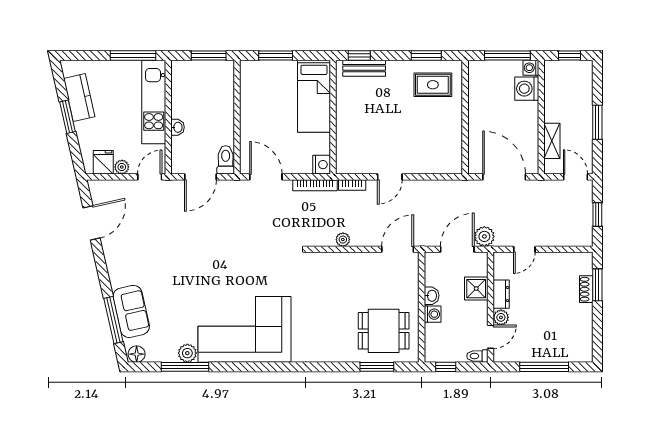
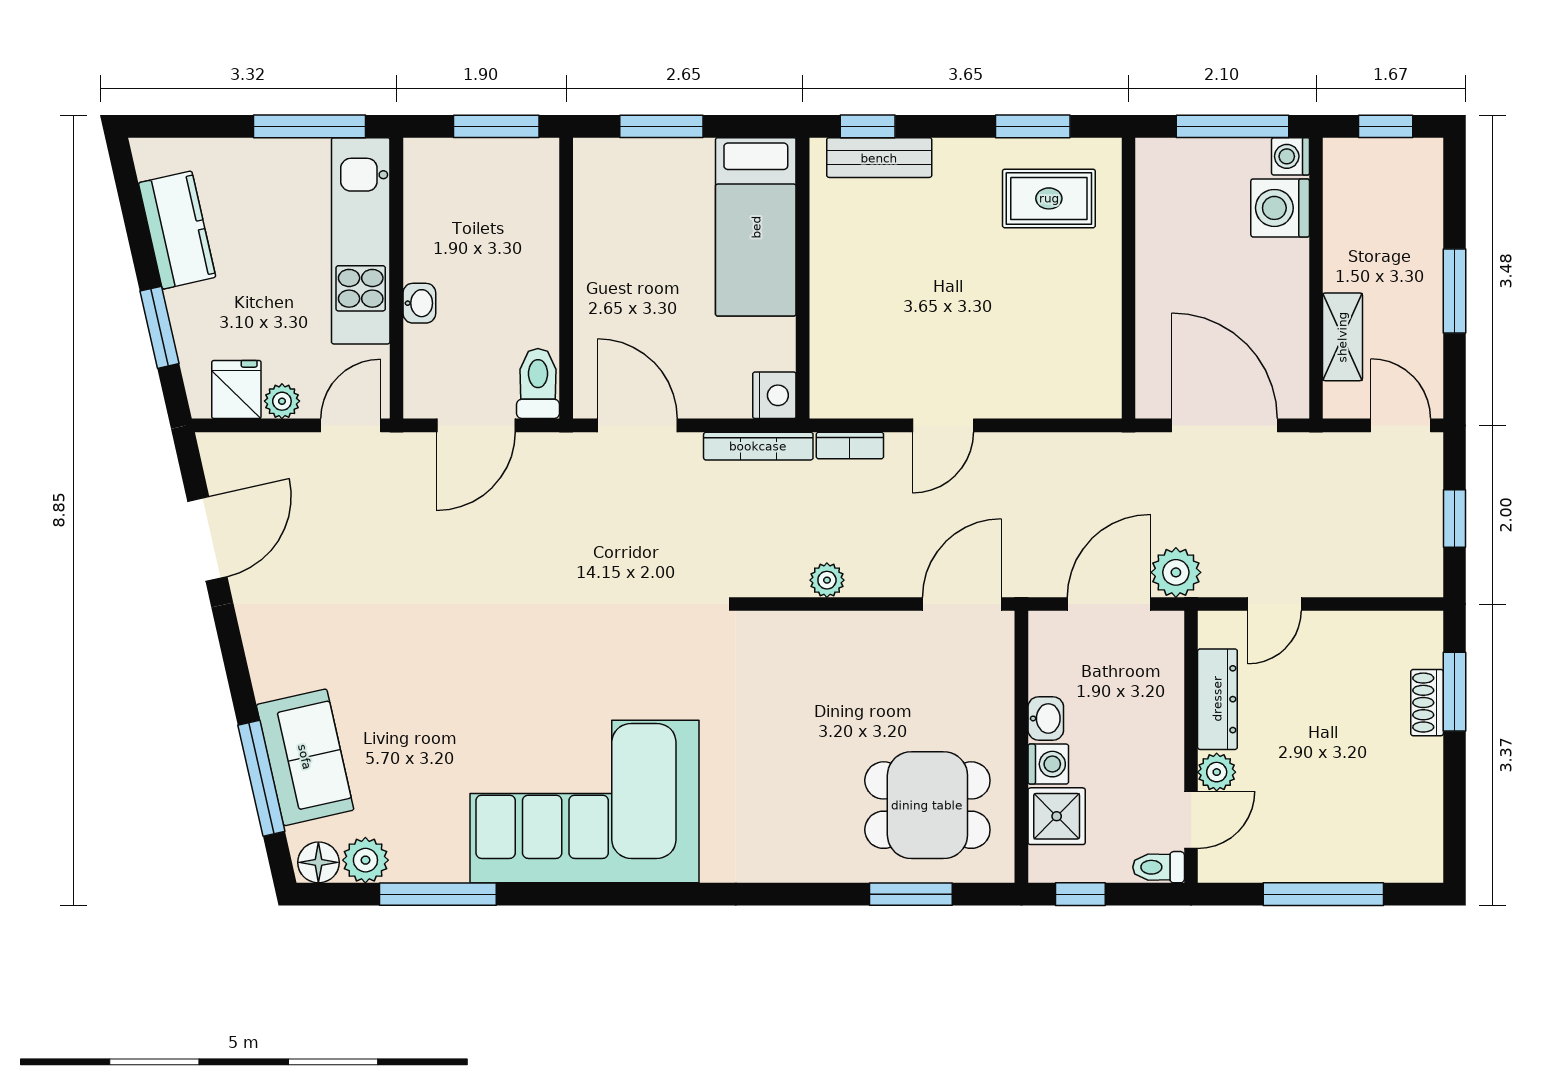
window: (68, 117) -> (160, 327), moved
shower: (476, 289) -> (1057, 816), moved
dresser: (501, 294) -> (1217, 699), width x1.44
plant: (187, 353) -> (365, 860), moved

